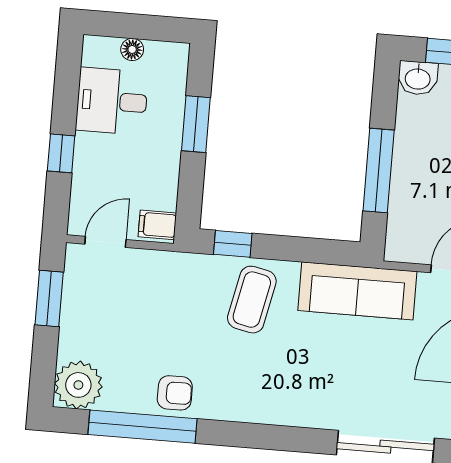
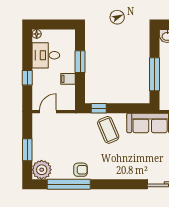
floor lamp: (132, 49) -> (37, 34), moved
filing cabinet: (157, 225) -> (68, 79), moved
window: (49, 298) -> (27, 150), moved
coffee table: (252, 300) -> (108, 130), turned -35

